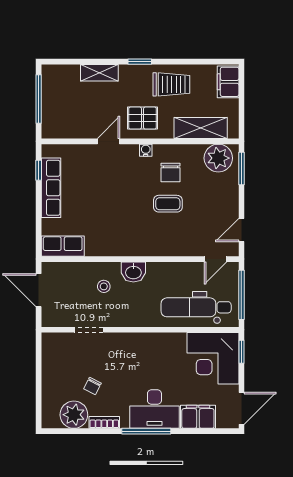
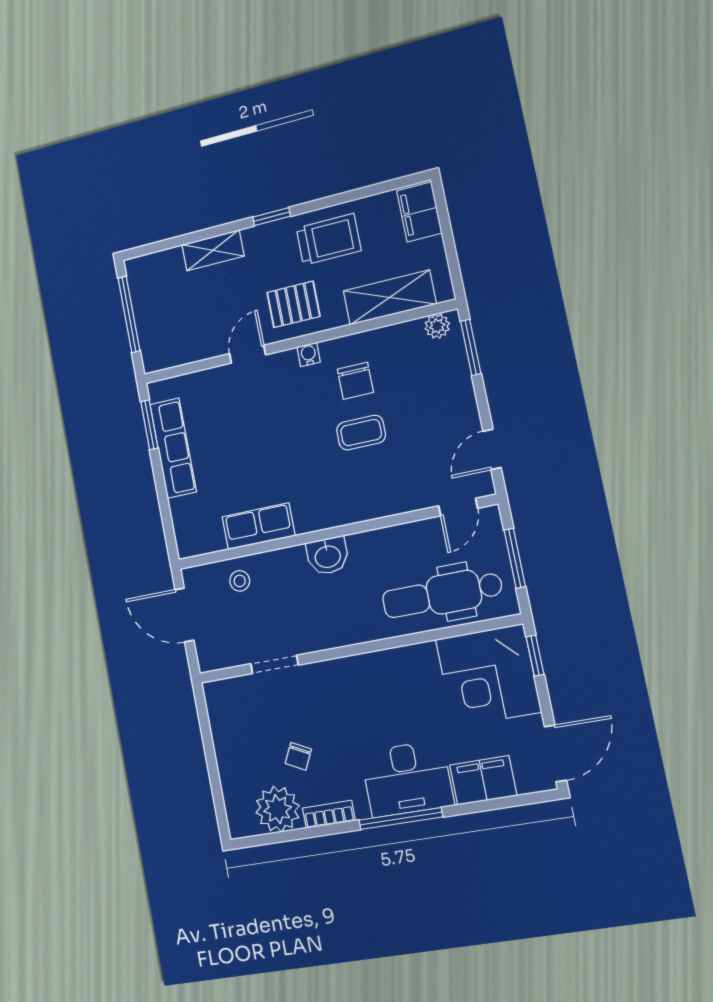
plant: (218, 158) -> (437, 326), width x0.53, depth x0.53
window: (39, 170) -> (149, 425), width x1.50
row of seats: (63, 246) -> (258, 526), moved
stool: (104, 286) -> (240, 581), moved
window: (241, 295) -> (515, 558), width x0.69

